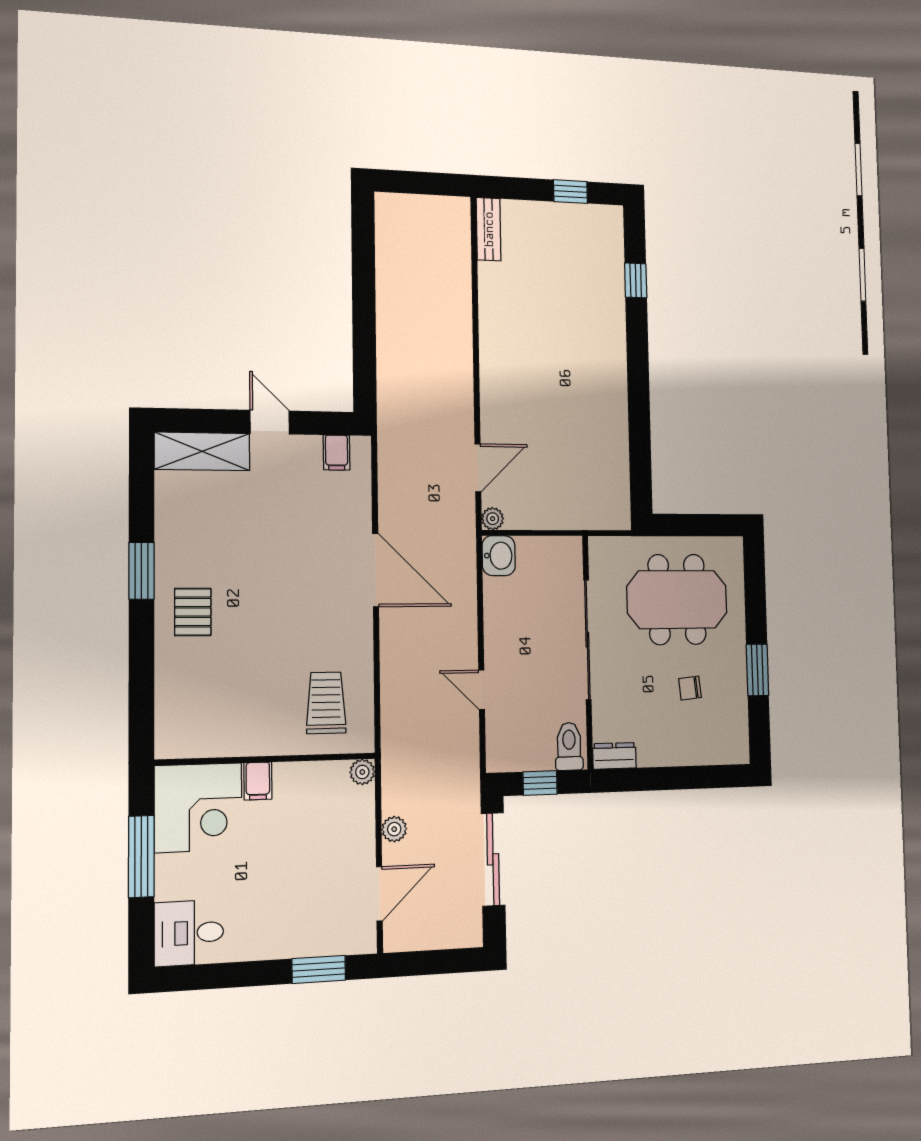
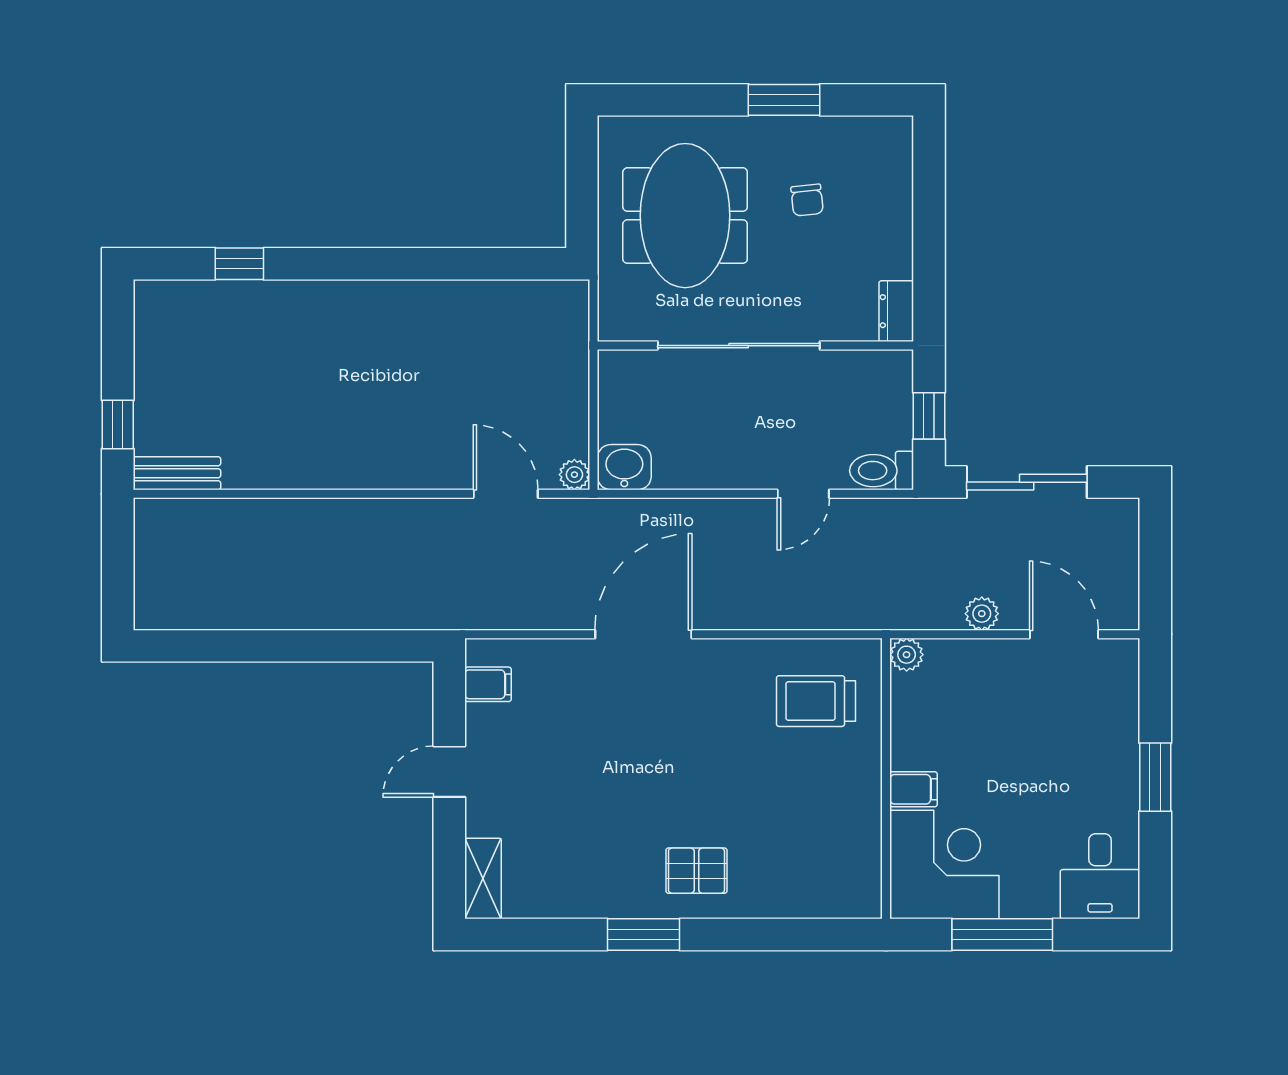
window: (570, 192) -> (118, 425), moved
shelving: (202, 451) -> (483, 879), width x0.67, depth x0.75
toilet: (569, 746) -> (882, 471), moved
window: (319, 969) -> (1155, 777), moved

